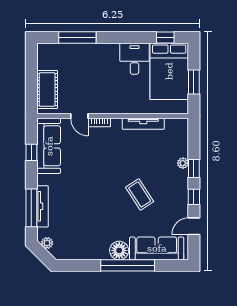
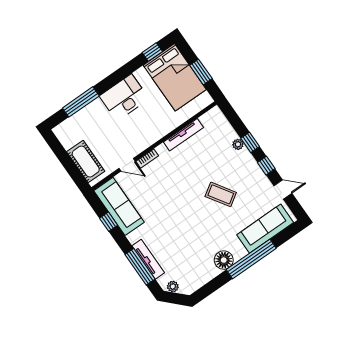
desk: (134, 59) -> (124, 97), moved, width x1.37
door: (194, 226) -> (283, 189), swing flipped
floor lamp: (119, 250) -> (224, 260), moved

